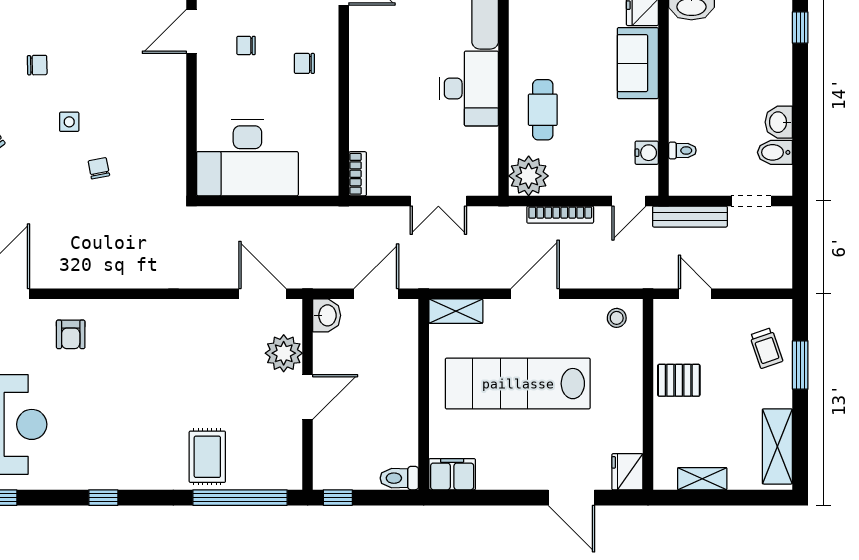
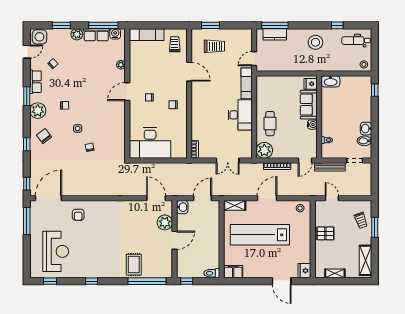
water cooler: (647, 153) -> (312, 125), moved

